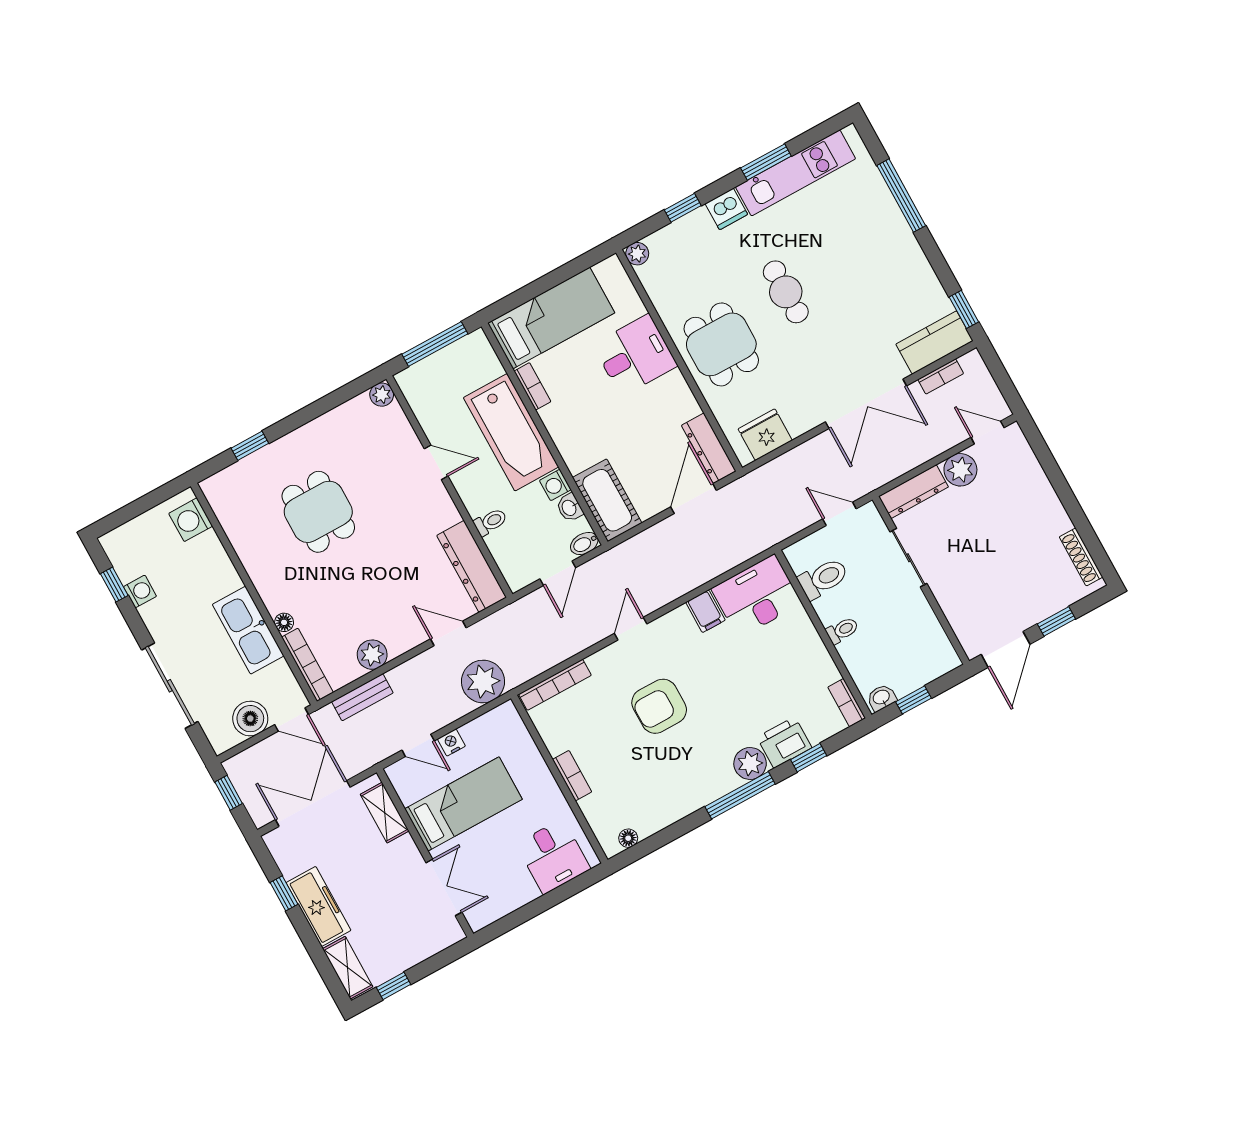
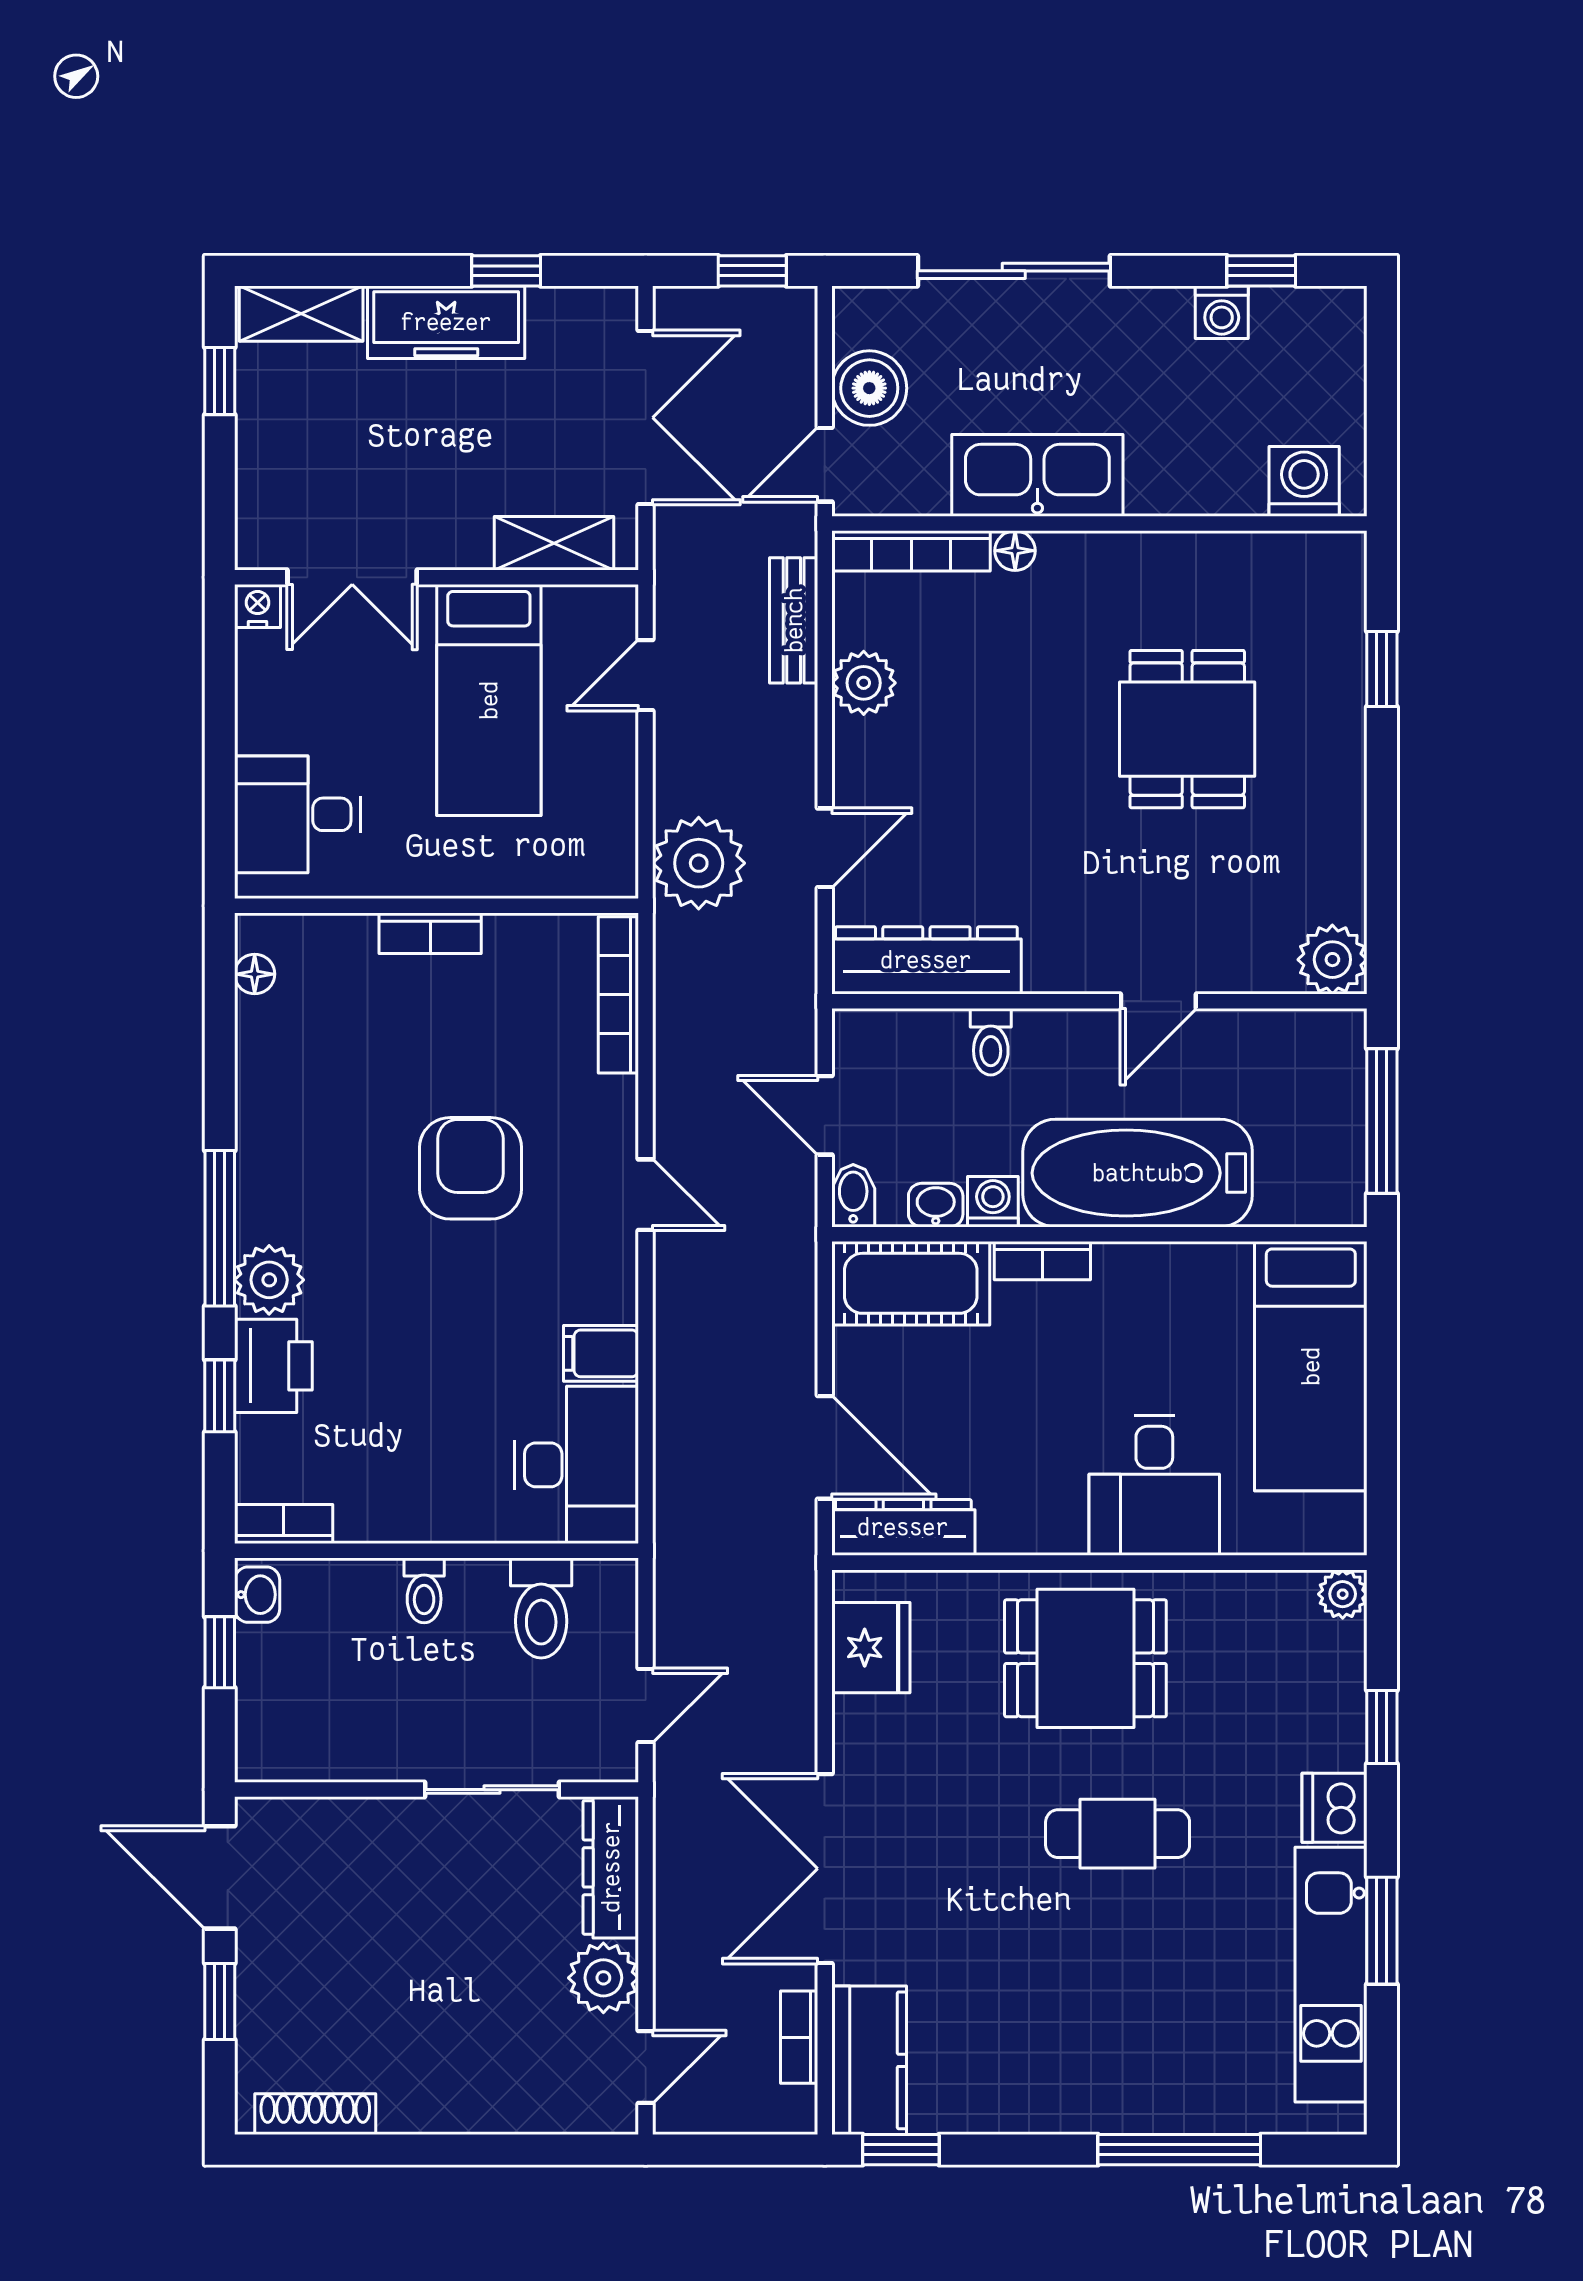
bookcase: (532, 386) -> (1042, 1261), moved
plant: (382, 395) -> (1332, 960), width x1.38, depth x1.38
dining table: (318, 512) -> (1187, 729), turned 90
nightstand: (451, 742) -> (258, 606), moved, turned -90

